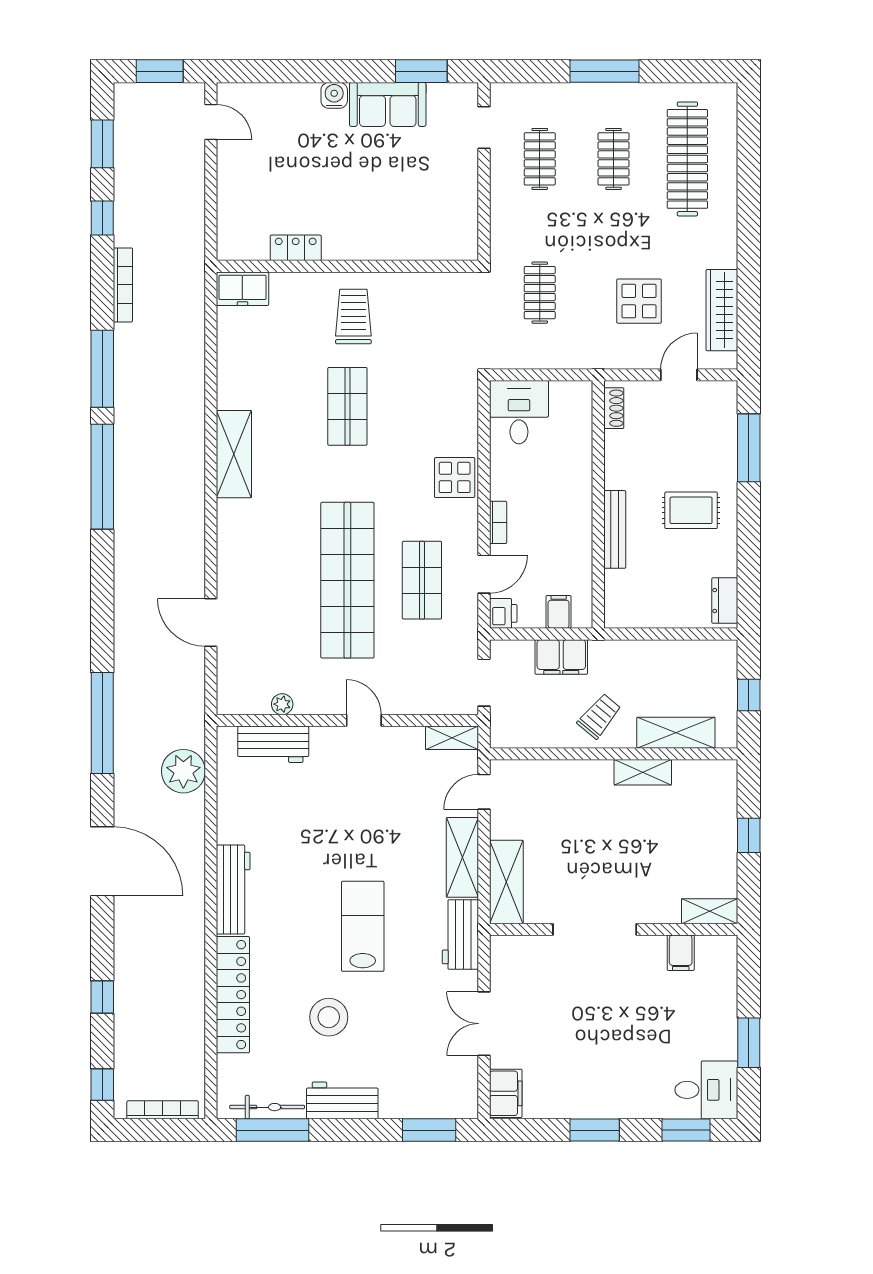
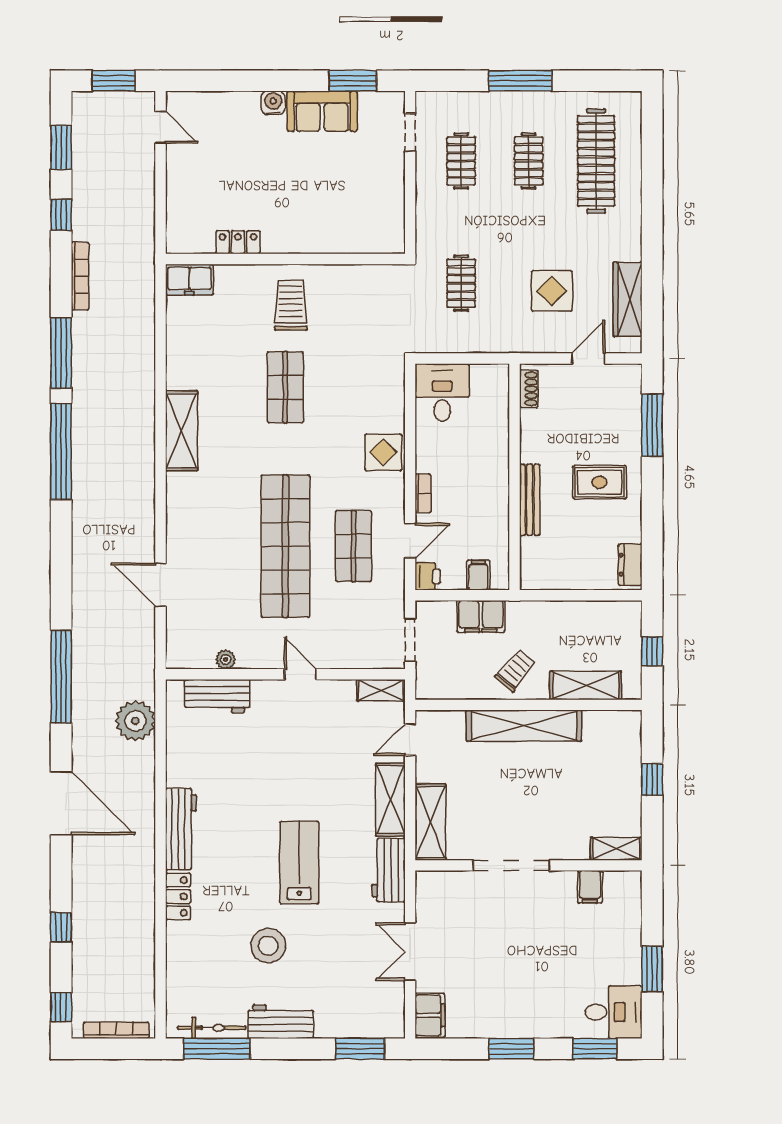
shelving: (643, 772) -> (524, 726), width x2.20, depth x1.33
locker: (233, 995) -> (178, 896), width x0.46, depth x0.83

